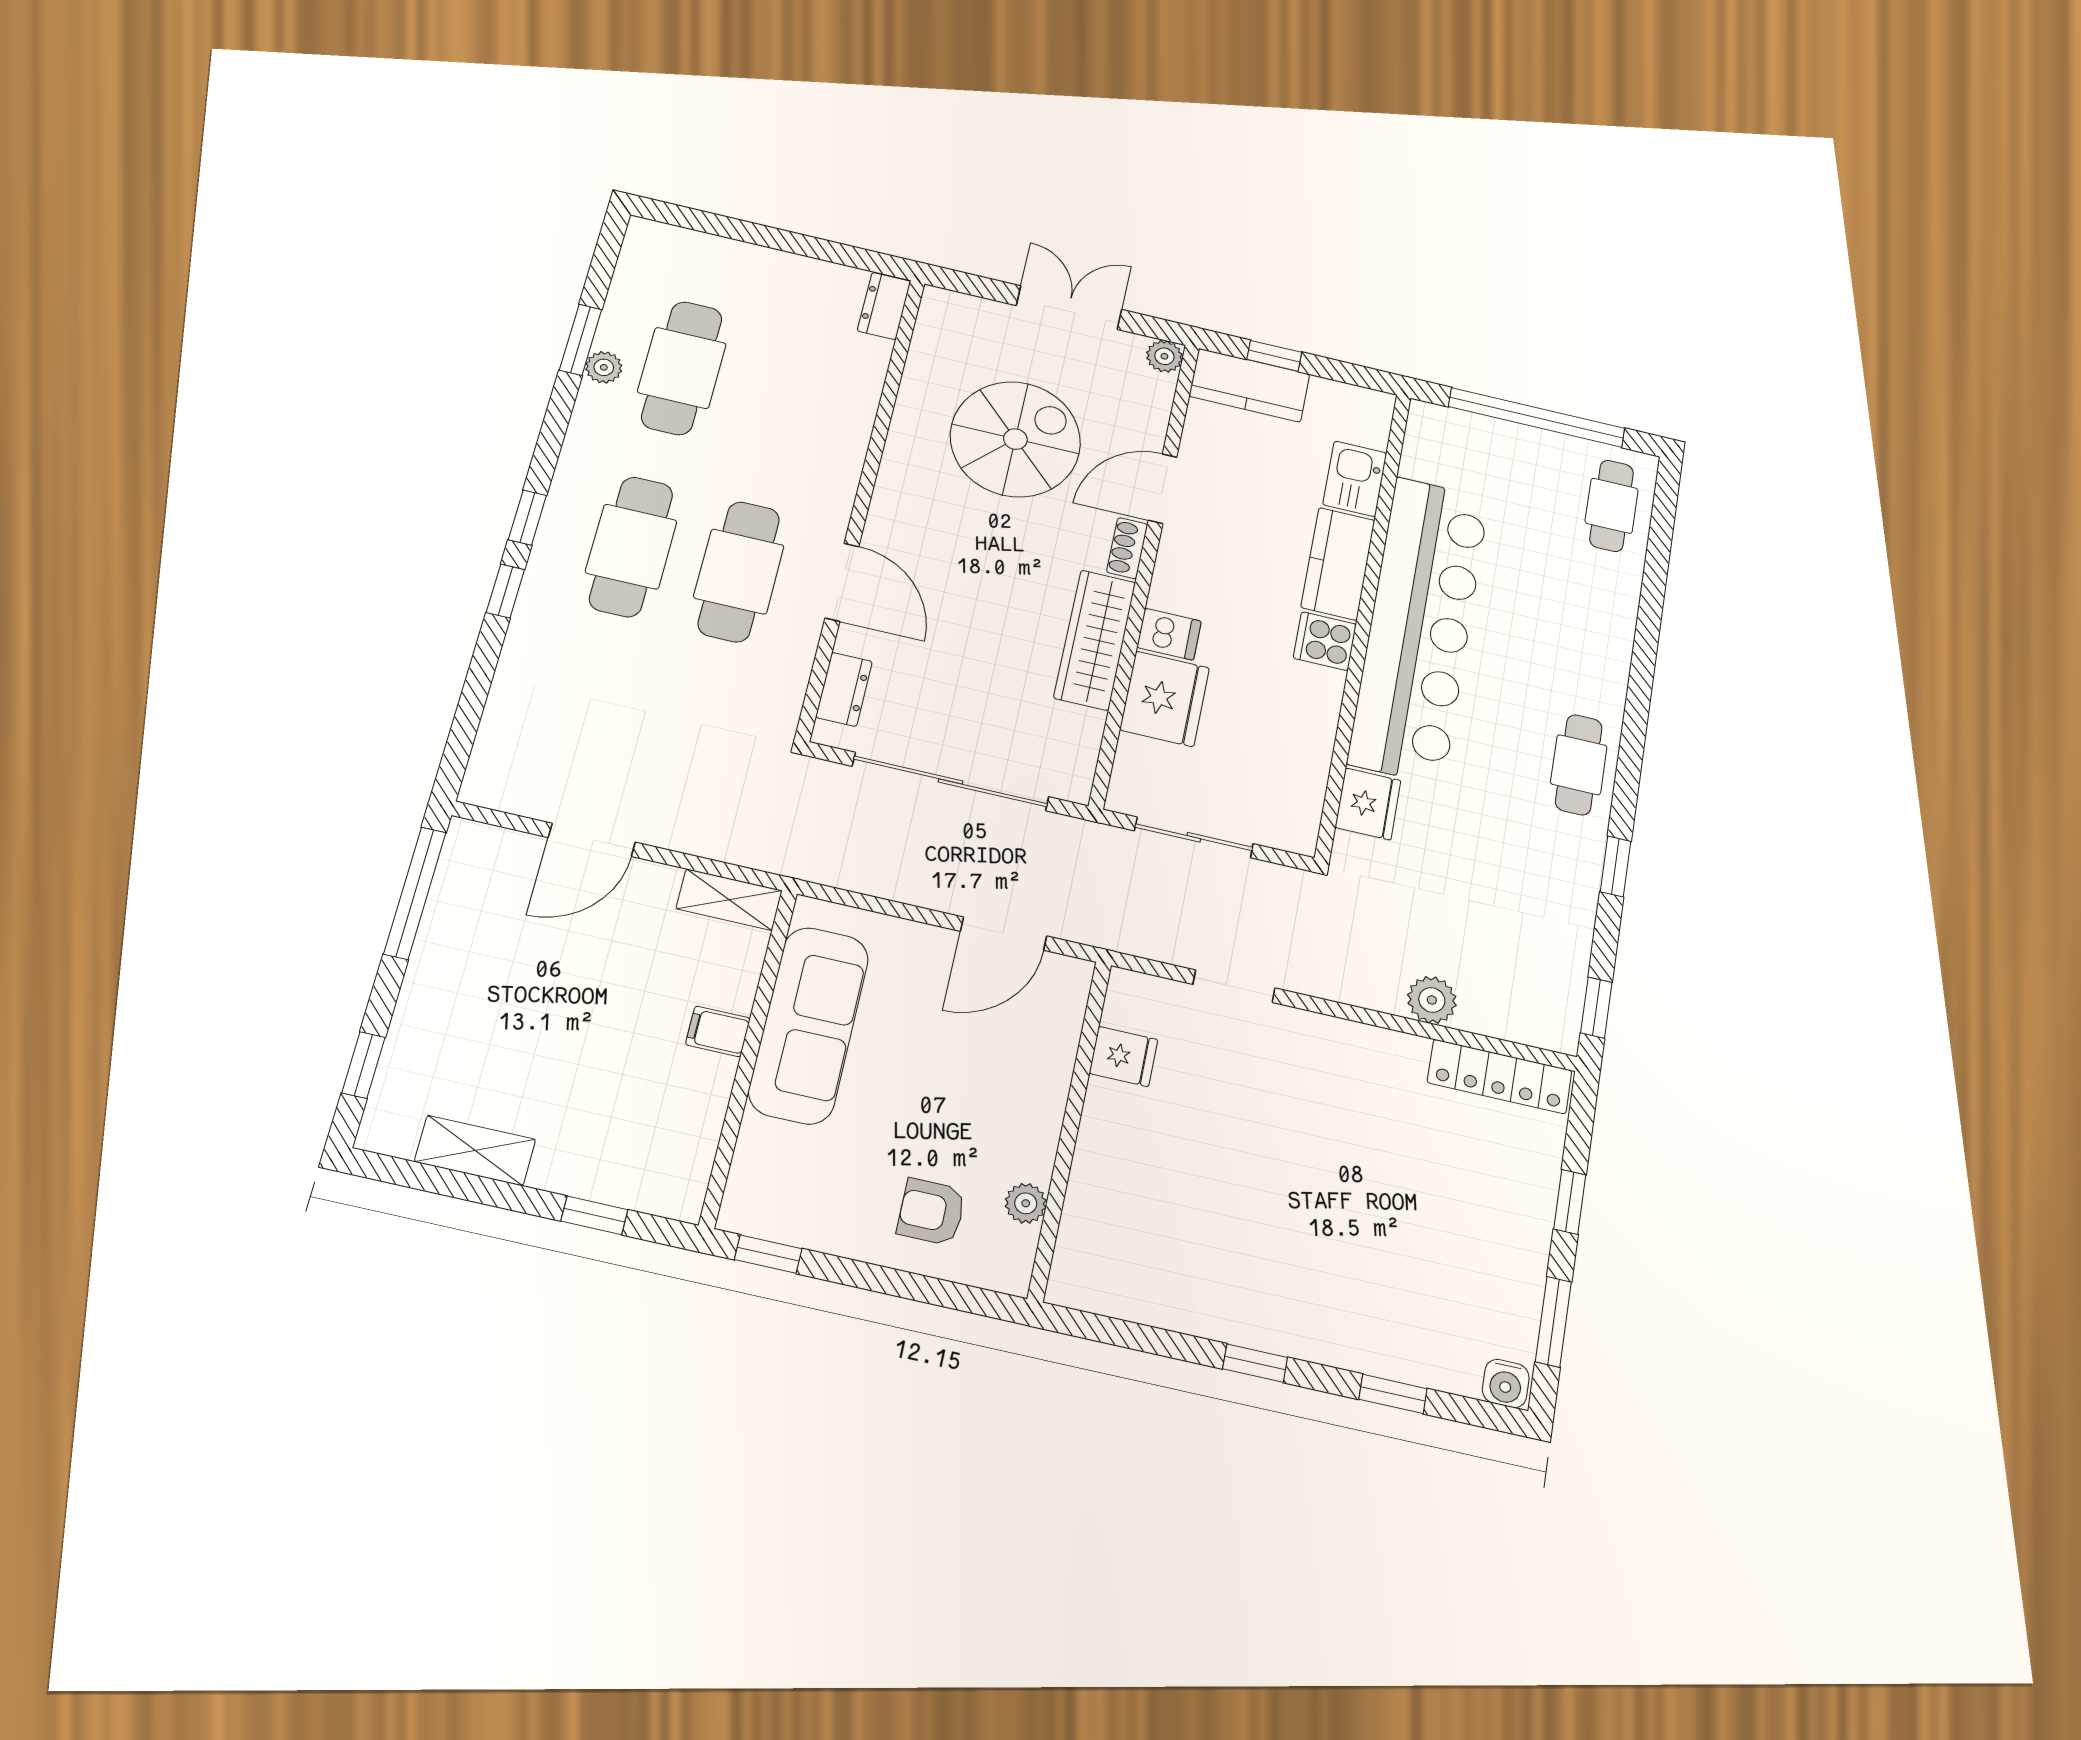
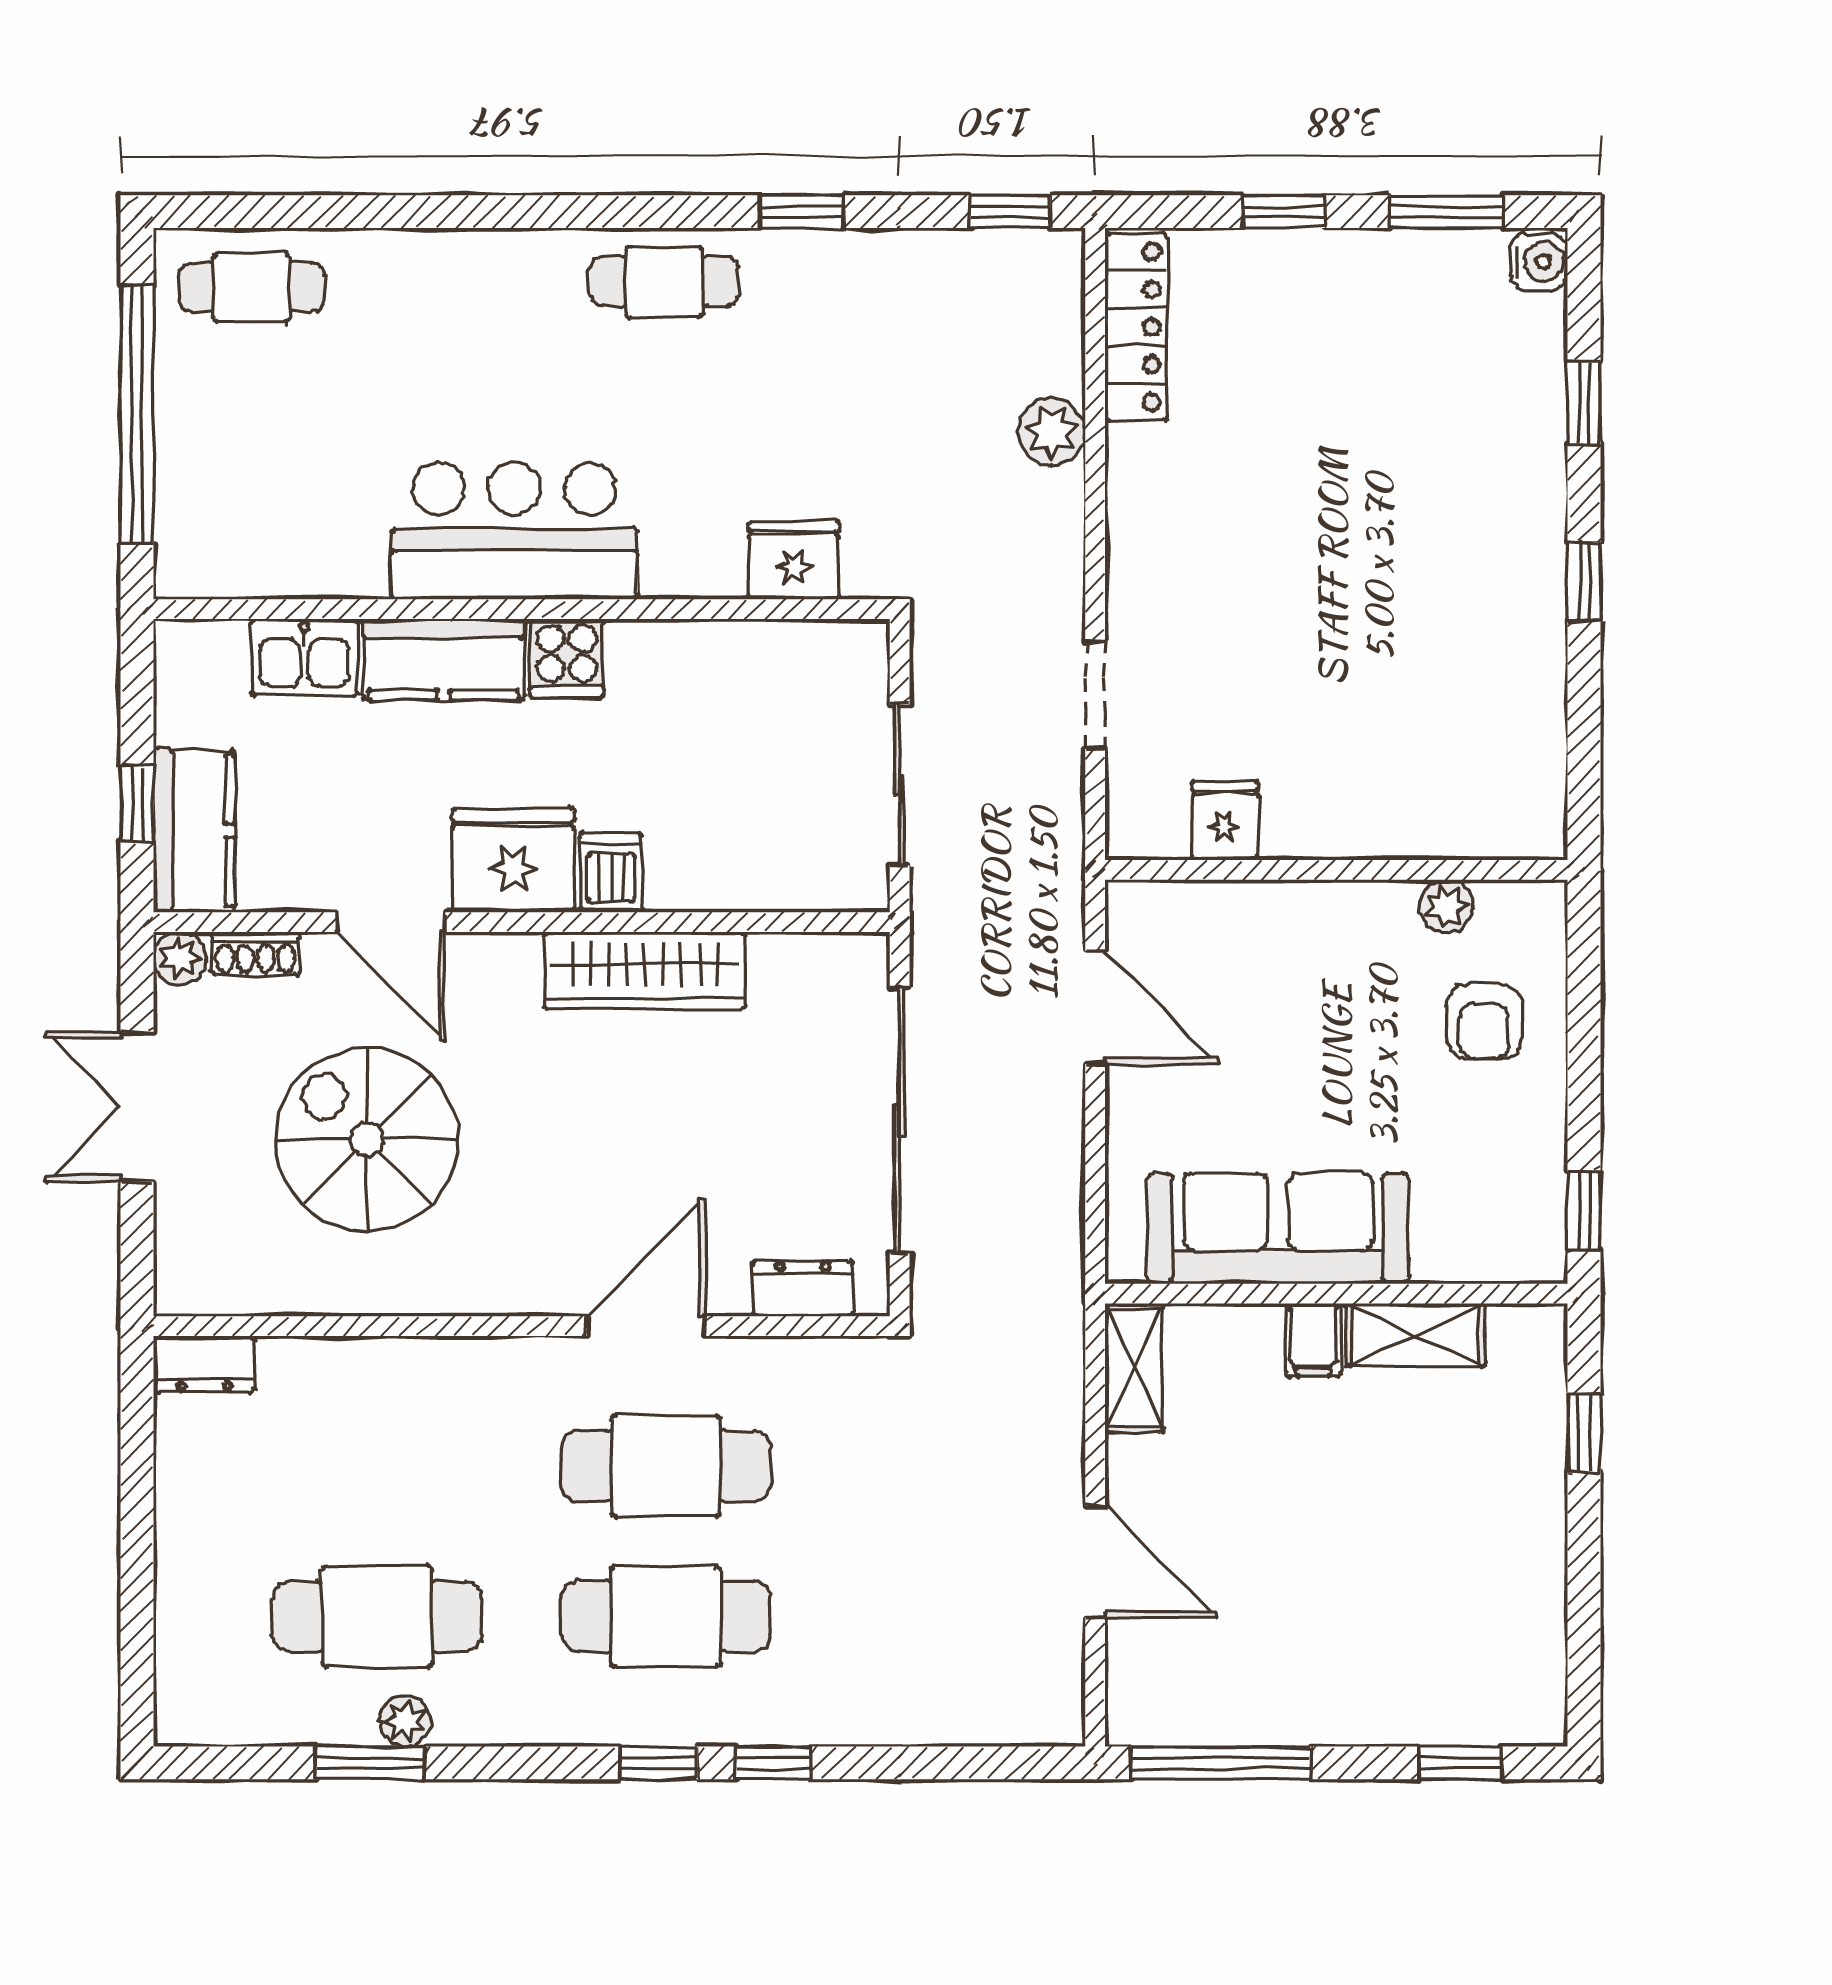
shoe rack: (1127, 548) -> (256, 953), moved
bar counter: (1419, 629) -> (514, 531), width x0.54
fridge: (1165, 699) -> (513, 860), moved
shelving: (475, 1151) -> (1416, 1335), moved, turned 90

